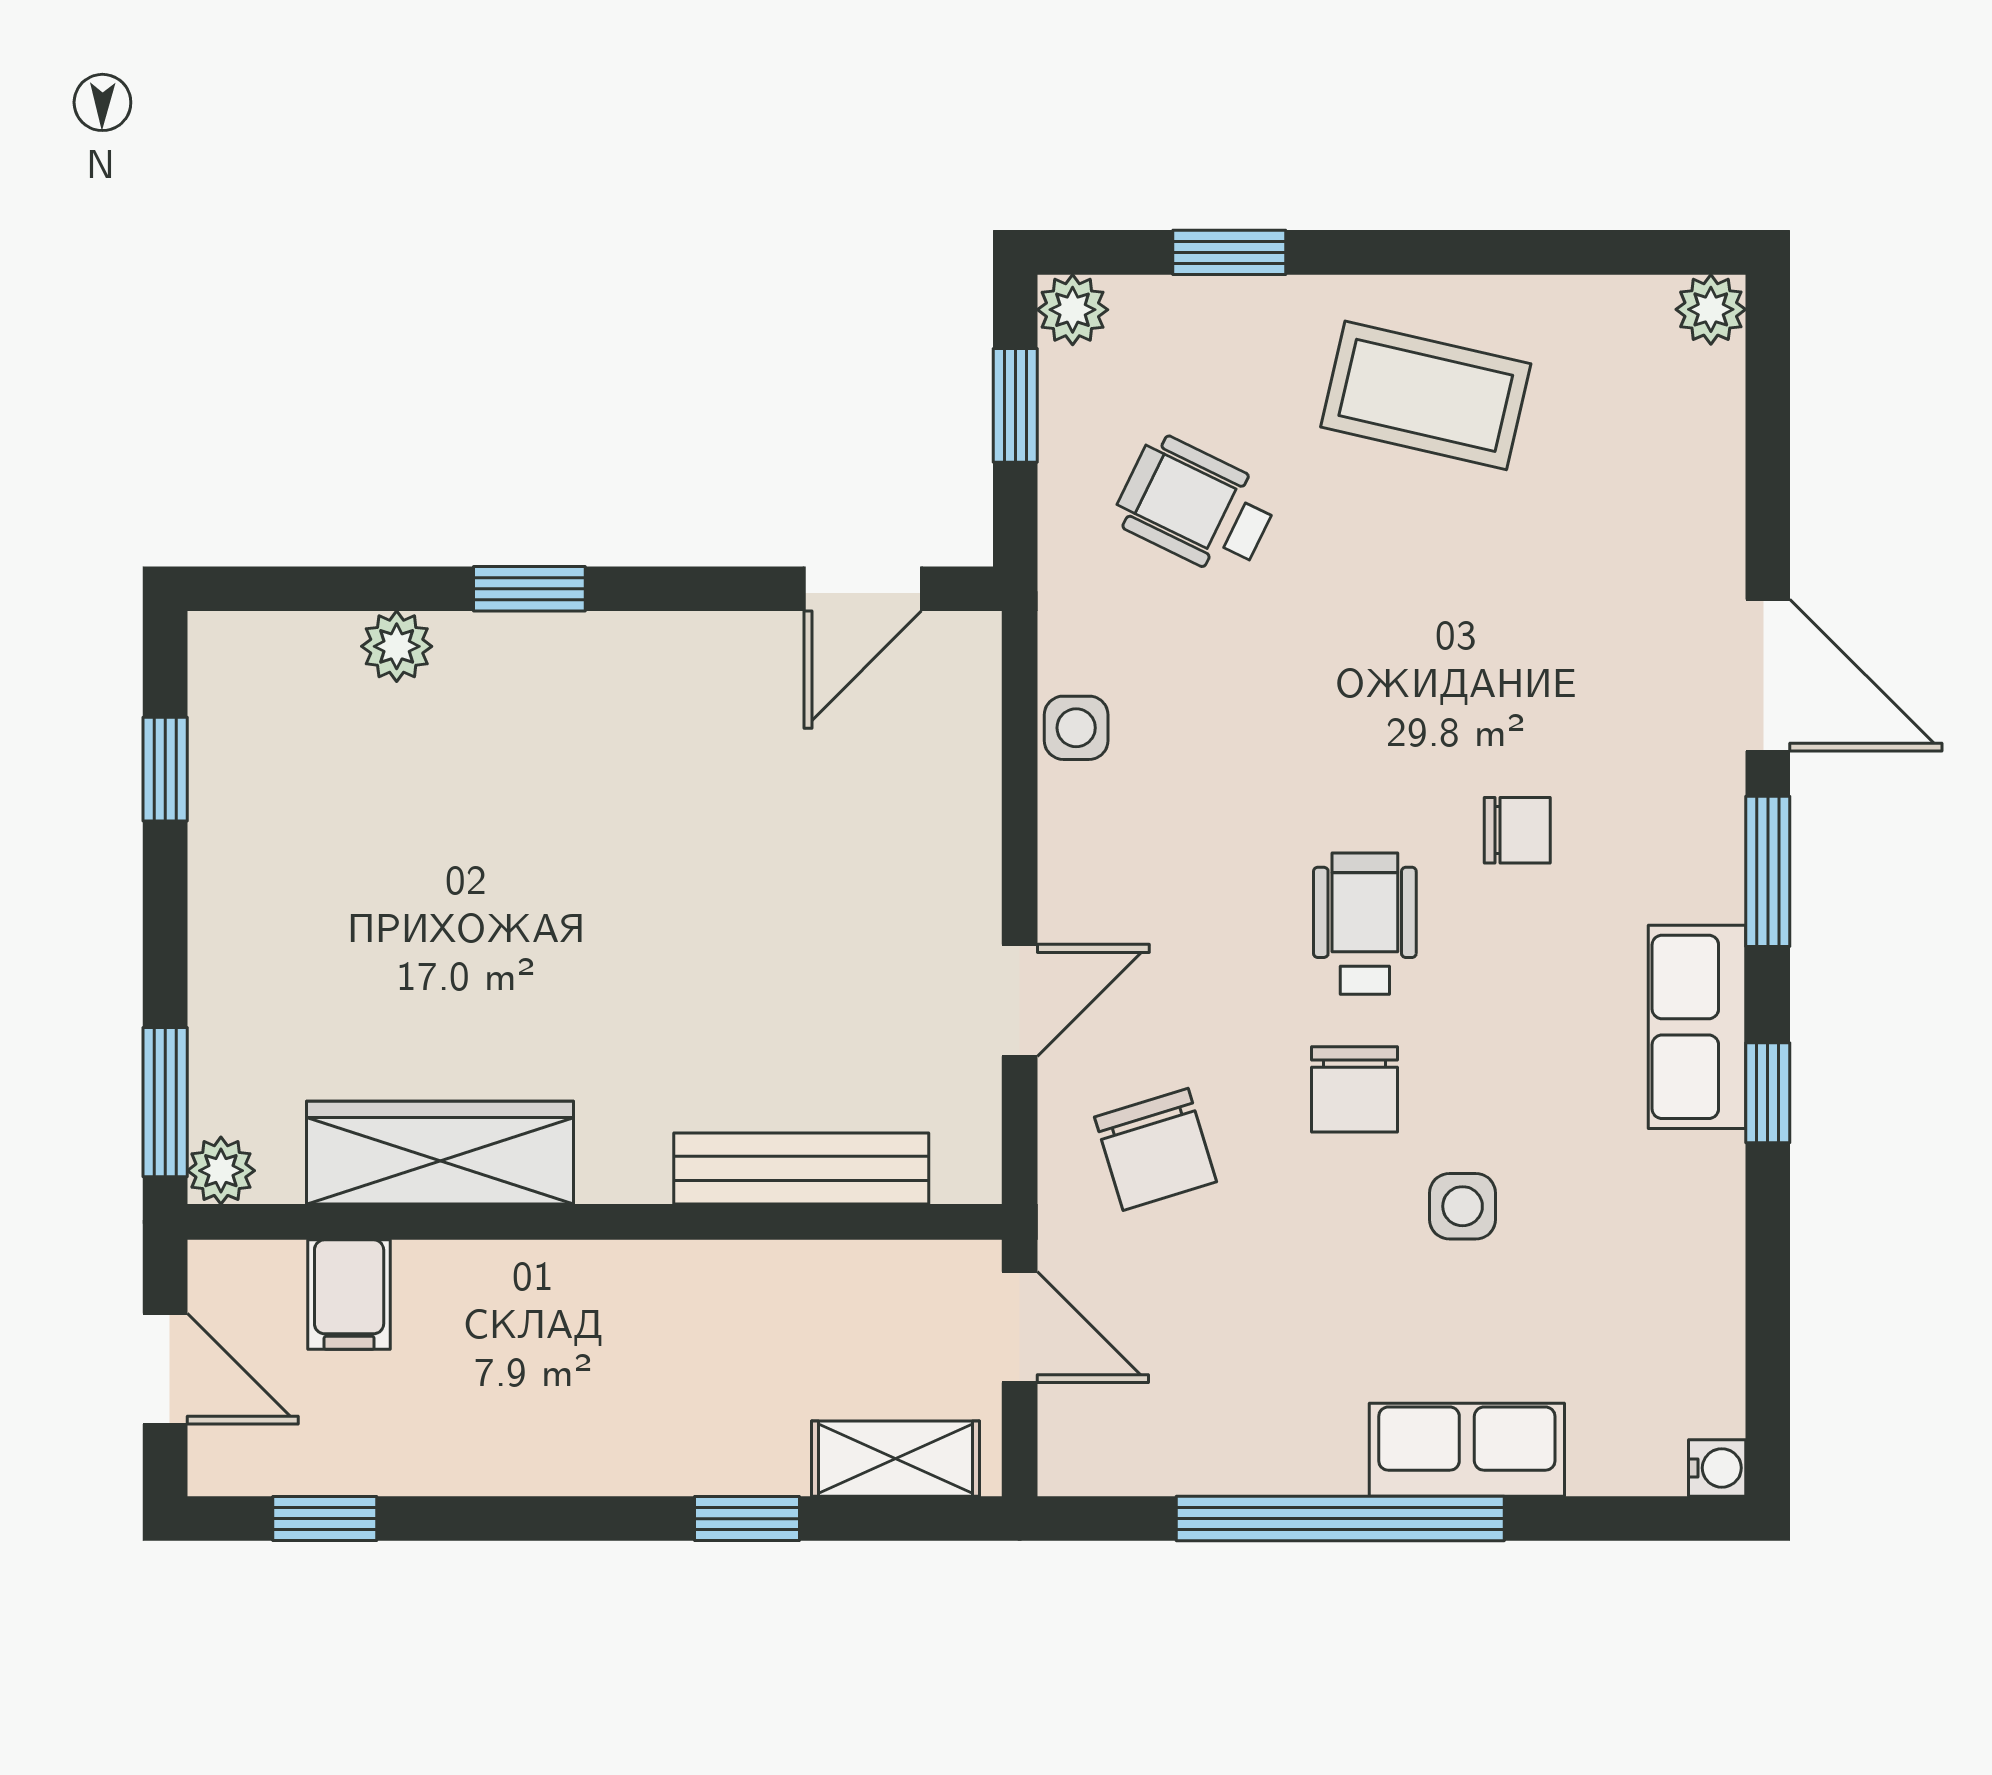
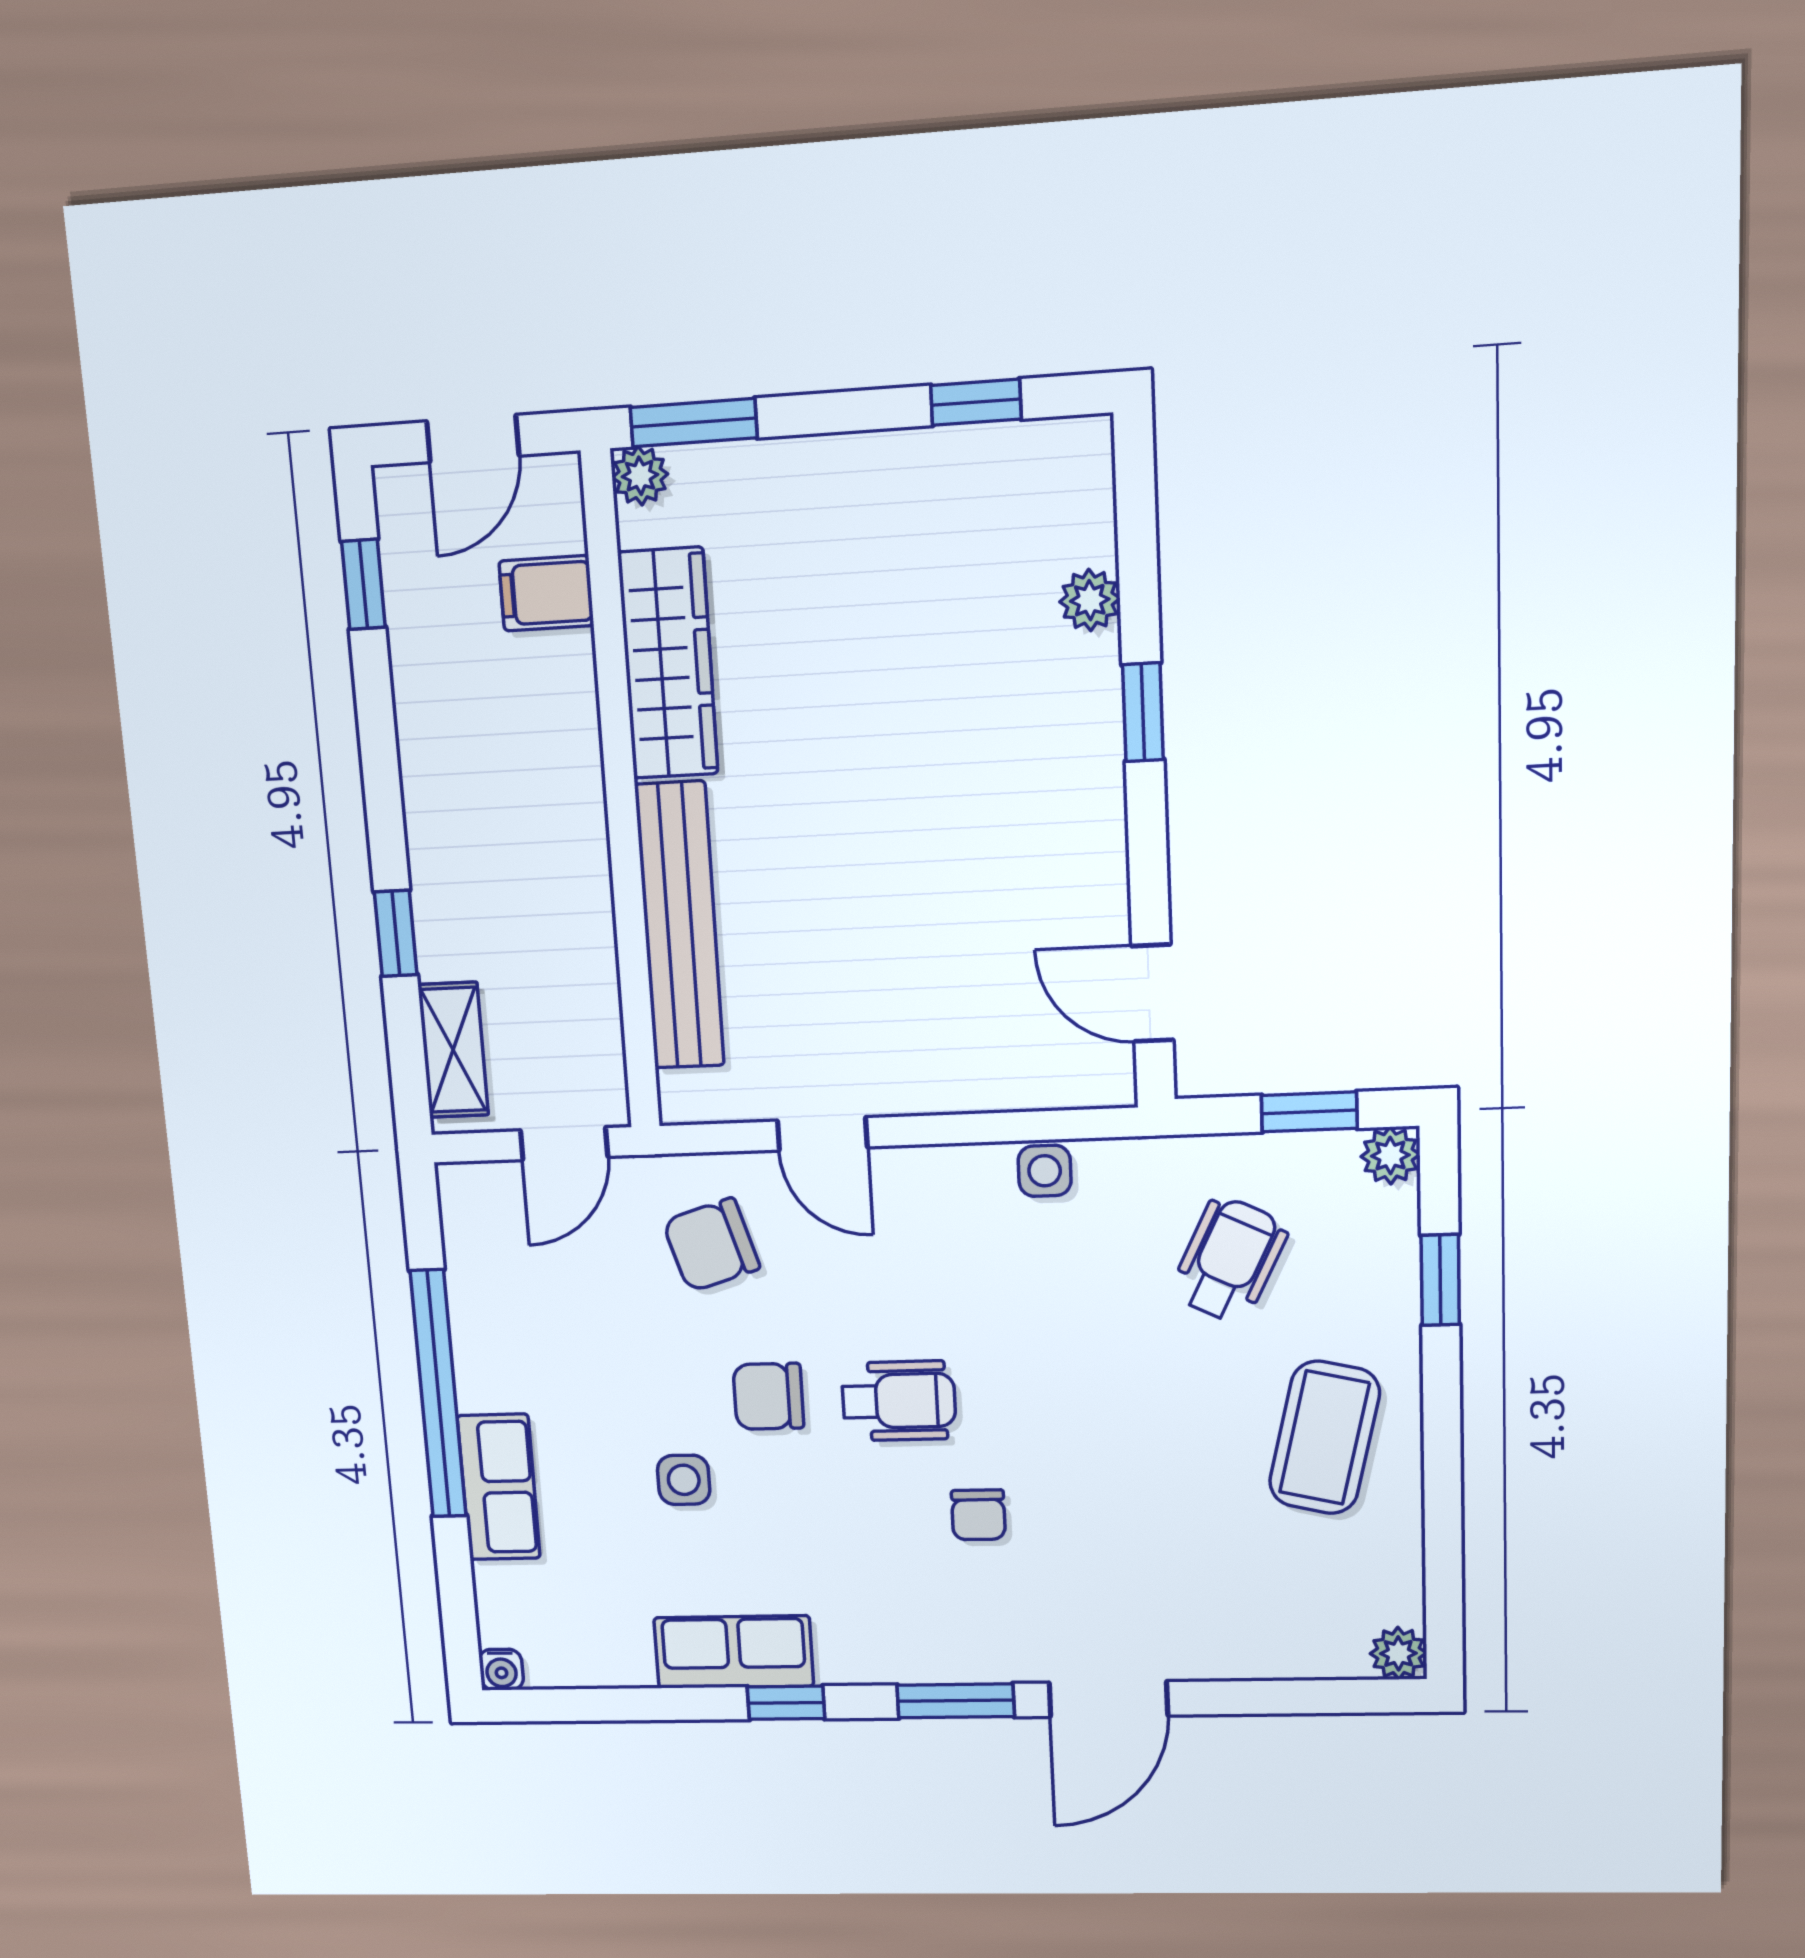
row of seats: (1697, 1027) -> (734, 1652), moved
bench: (801, 1169) -> (680, 926), width x1.37, depth x1.21

